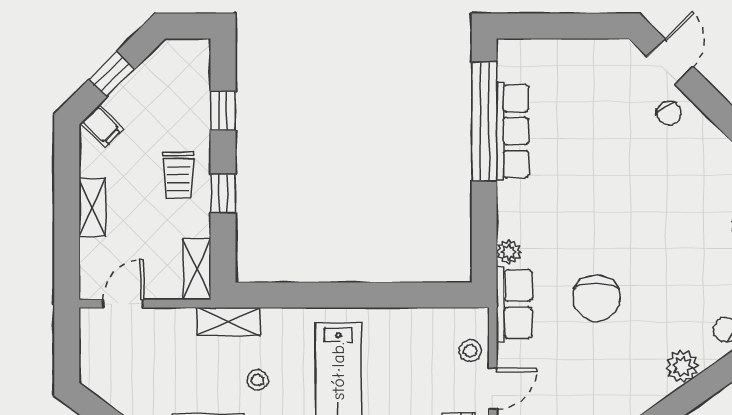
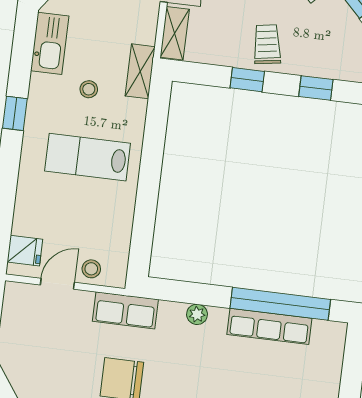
trolley: (178, 175) -> (267, 44), turned 81
plant: (509, 252) -> (197, 314), moved
shelving: (197, 269) -> (175, 33), moved, turned 90
door: (493, 389) -> (57, 284), swing flipped

